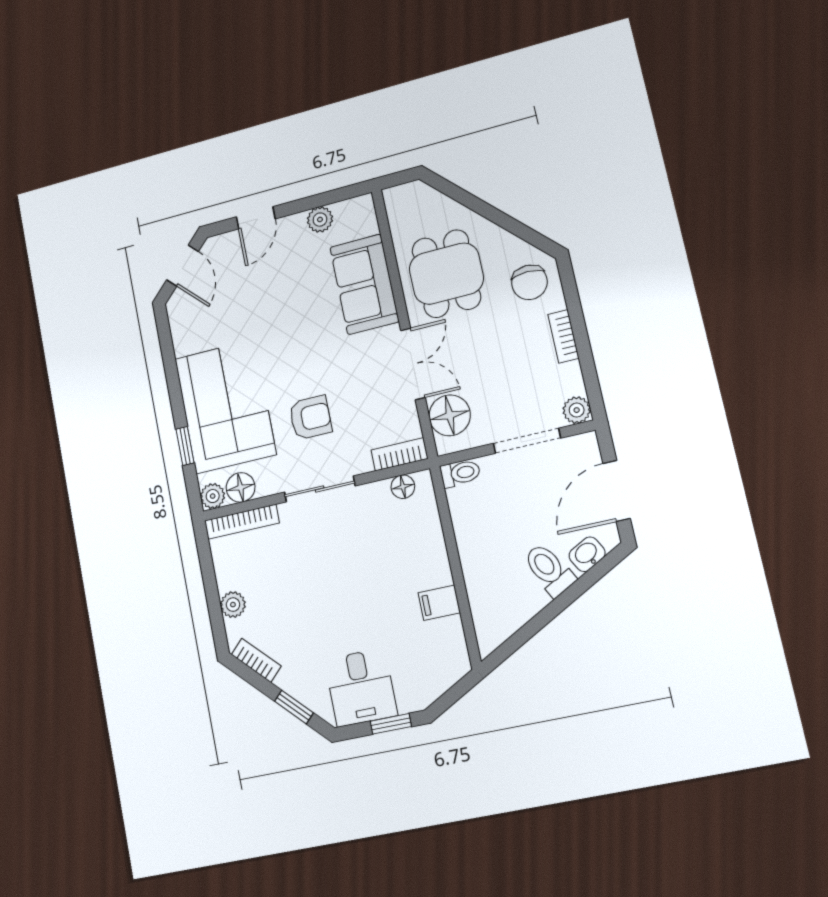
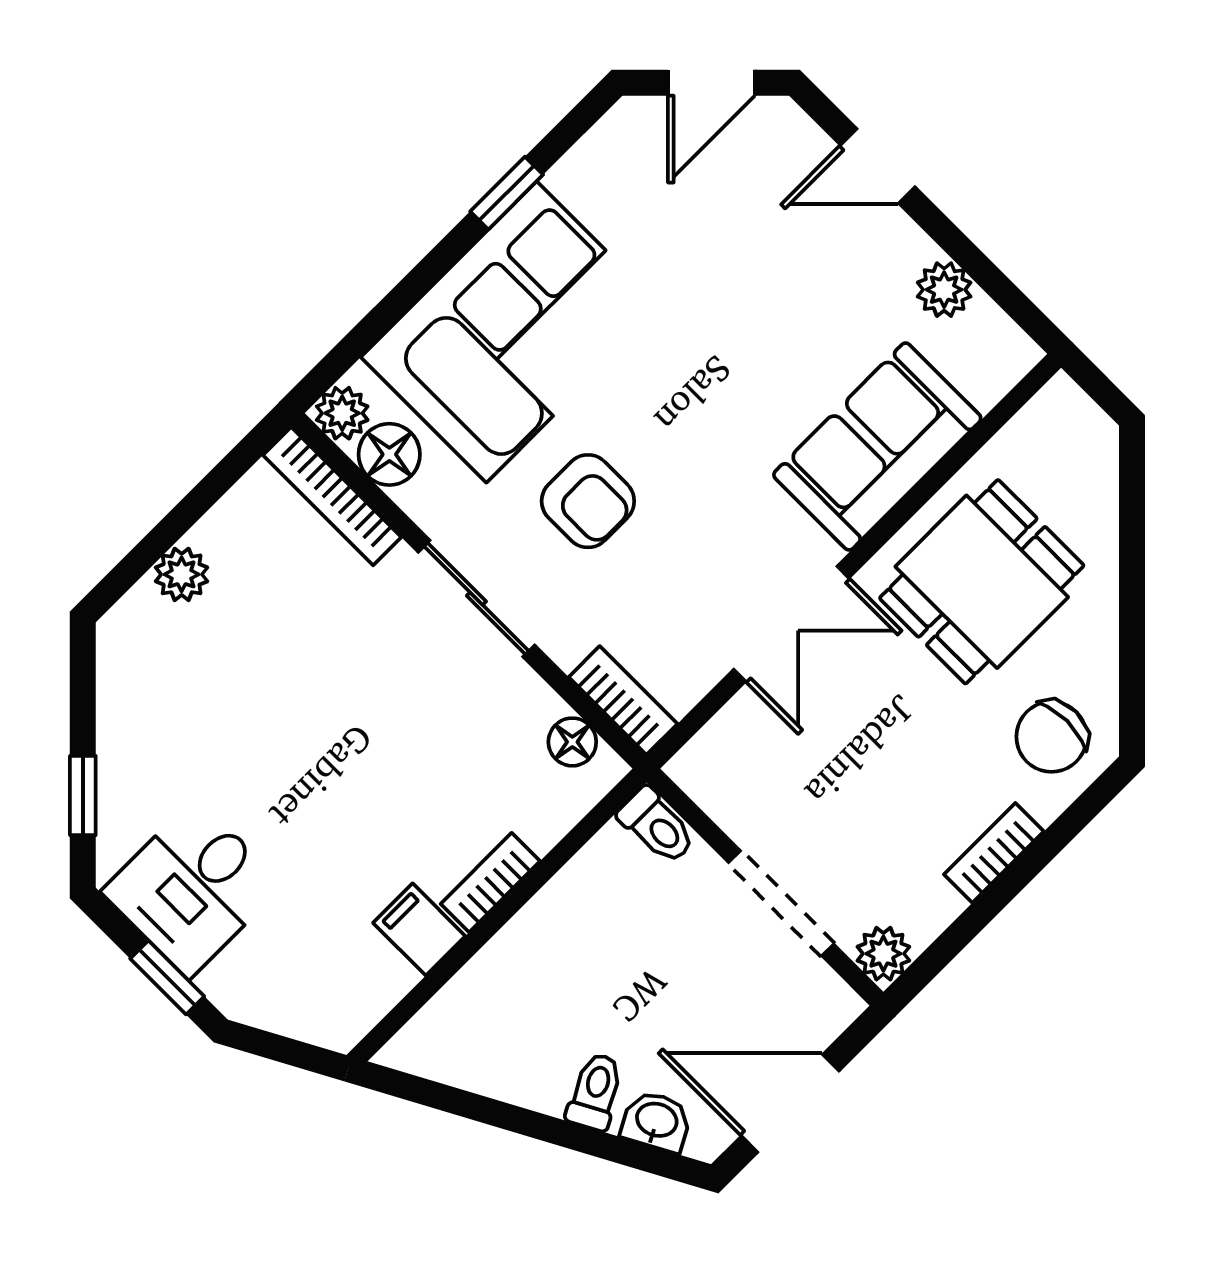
floor lamp: (450, 415) -> (743, 745), removed
window: (185, 446) -> (507, 193), moved
toilet: (549, 570) -> (595, 1092), width x0.73, depth x0.72
bookcase: (256, 660) -> (490, 883), moved, turned -135

